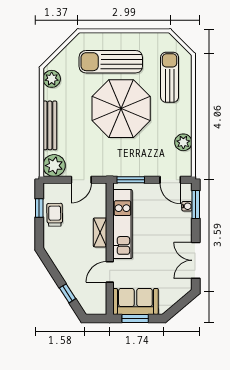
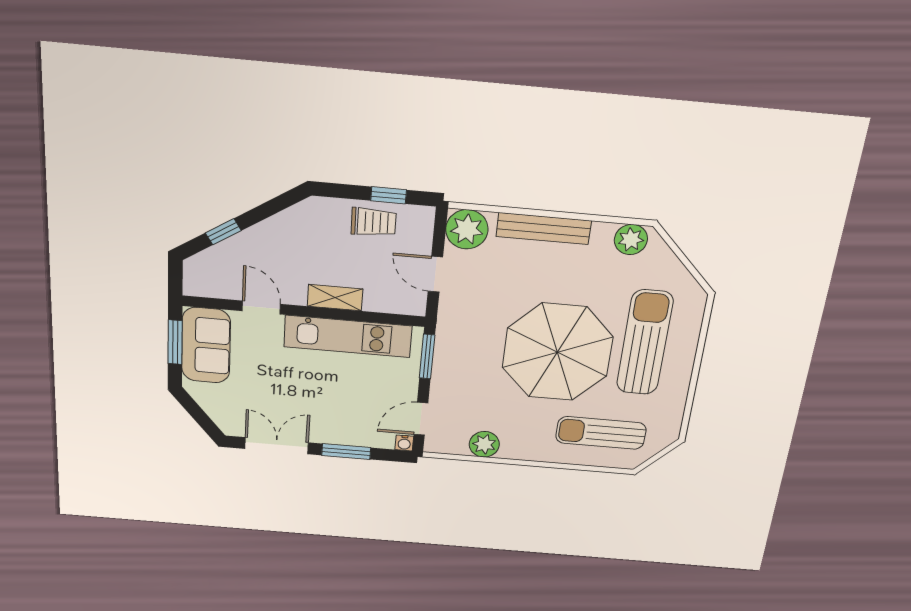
sun lounger: (170, 77) -> (601, 433), turned 180
window: (196, 204) -> (346, 451), moved
water cooler: (187, 206) -> (404, 443), moved

